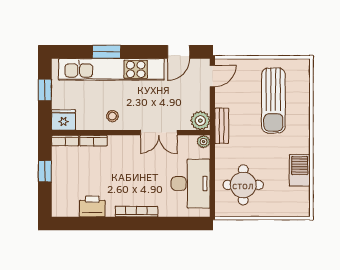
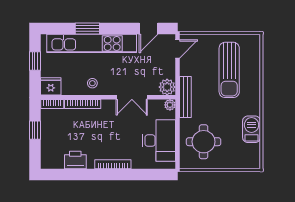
bench: (222, 126) -> (185, 97), width x1.36
bookcase: (93, 141) -> (83, 104), width x1.56

